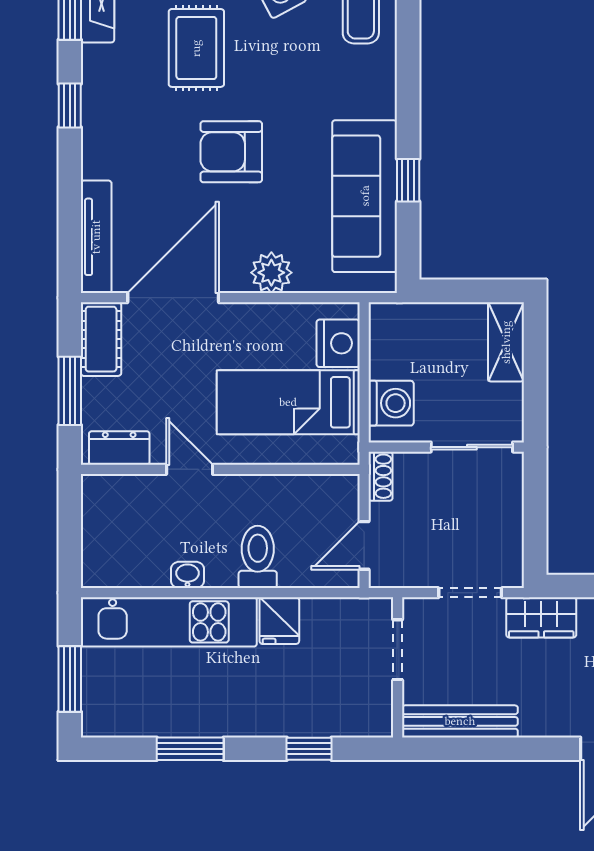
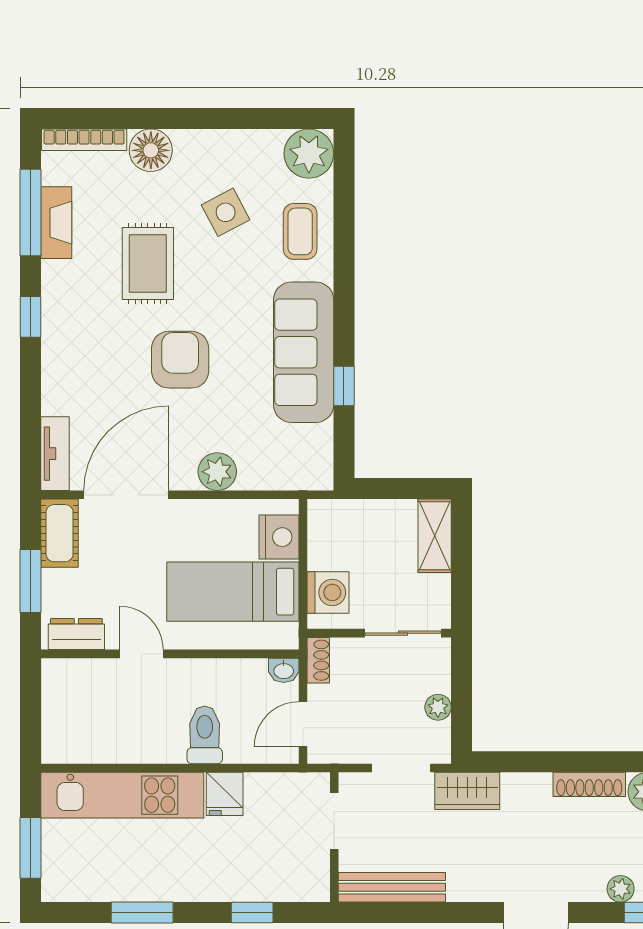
armchair: (231, 152) -> (180, 360), turned 90
sofa: (365, 196) -> (304, 352), moved
tv unit: (96, 237) -> (55, 454), width x0.71
plant: (510, 527) -> (438, 707), added
washbasin: (187, 575) -> (284, 670), moved, turned 180

